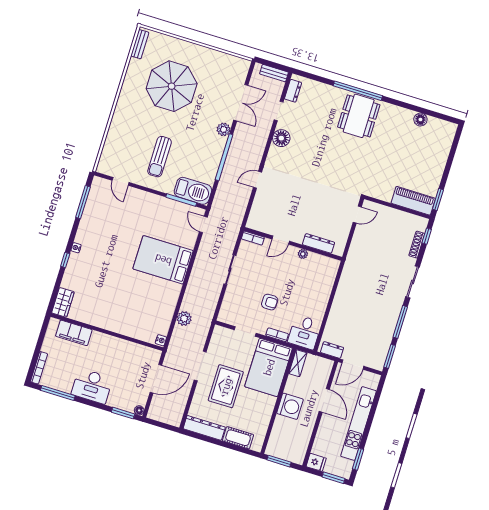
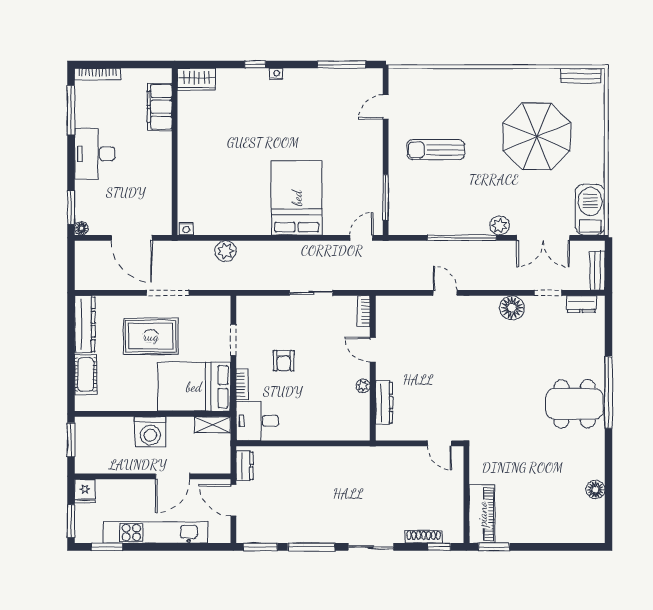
barbecue: (193, 191) -> (590, 210), moved, turned 180

